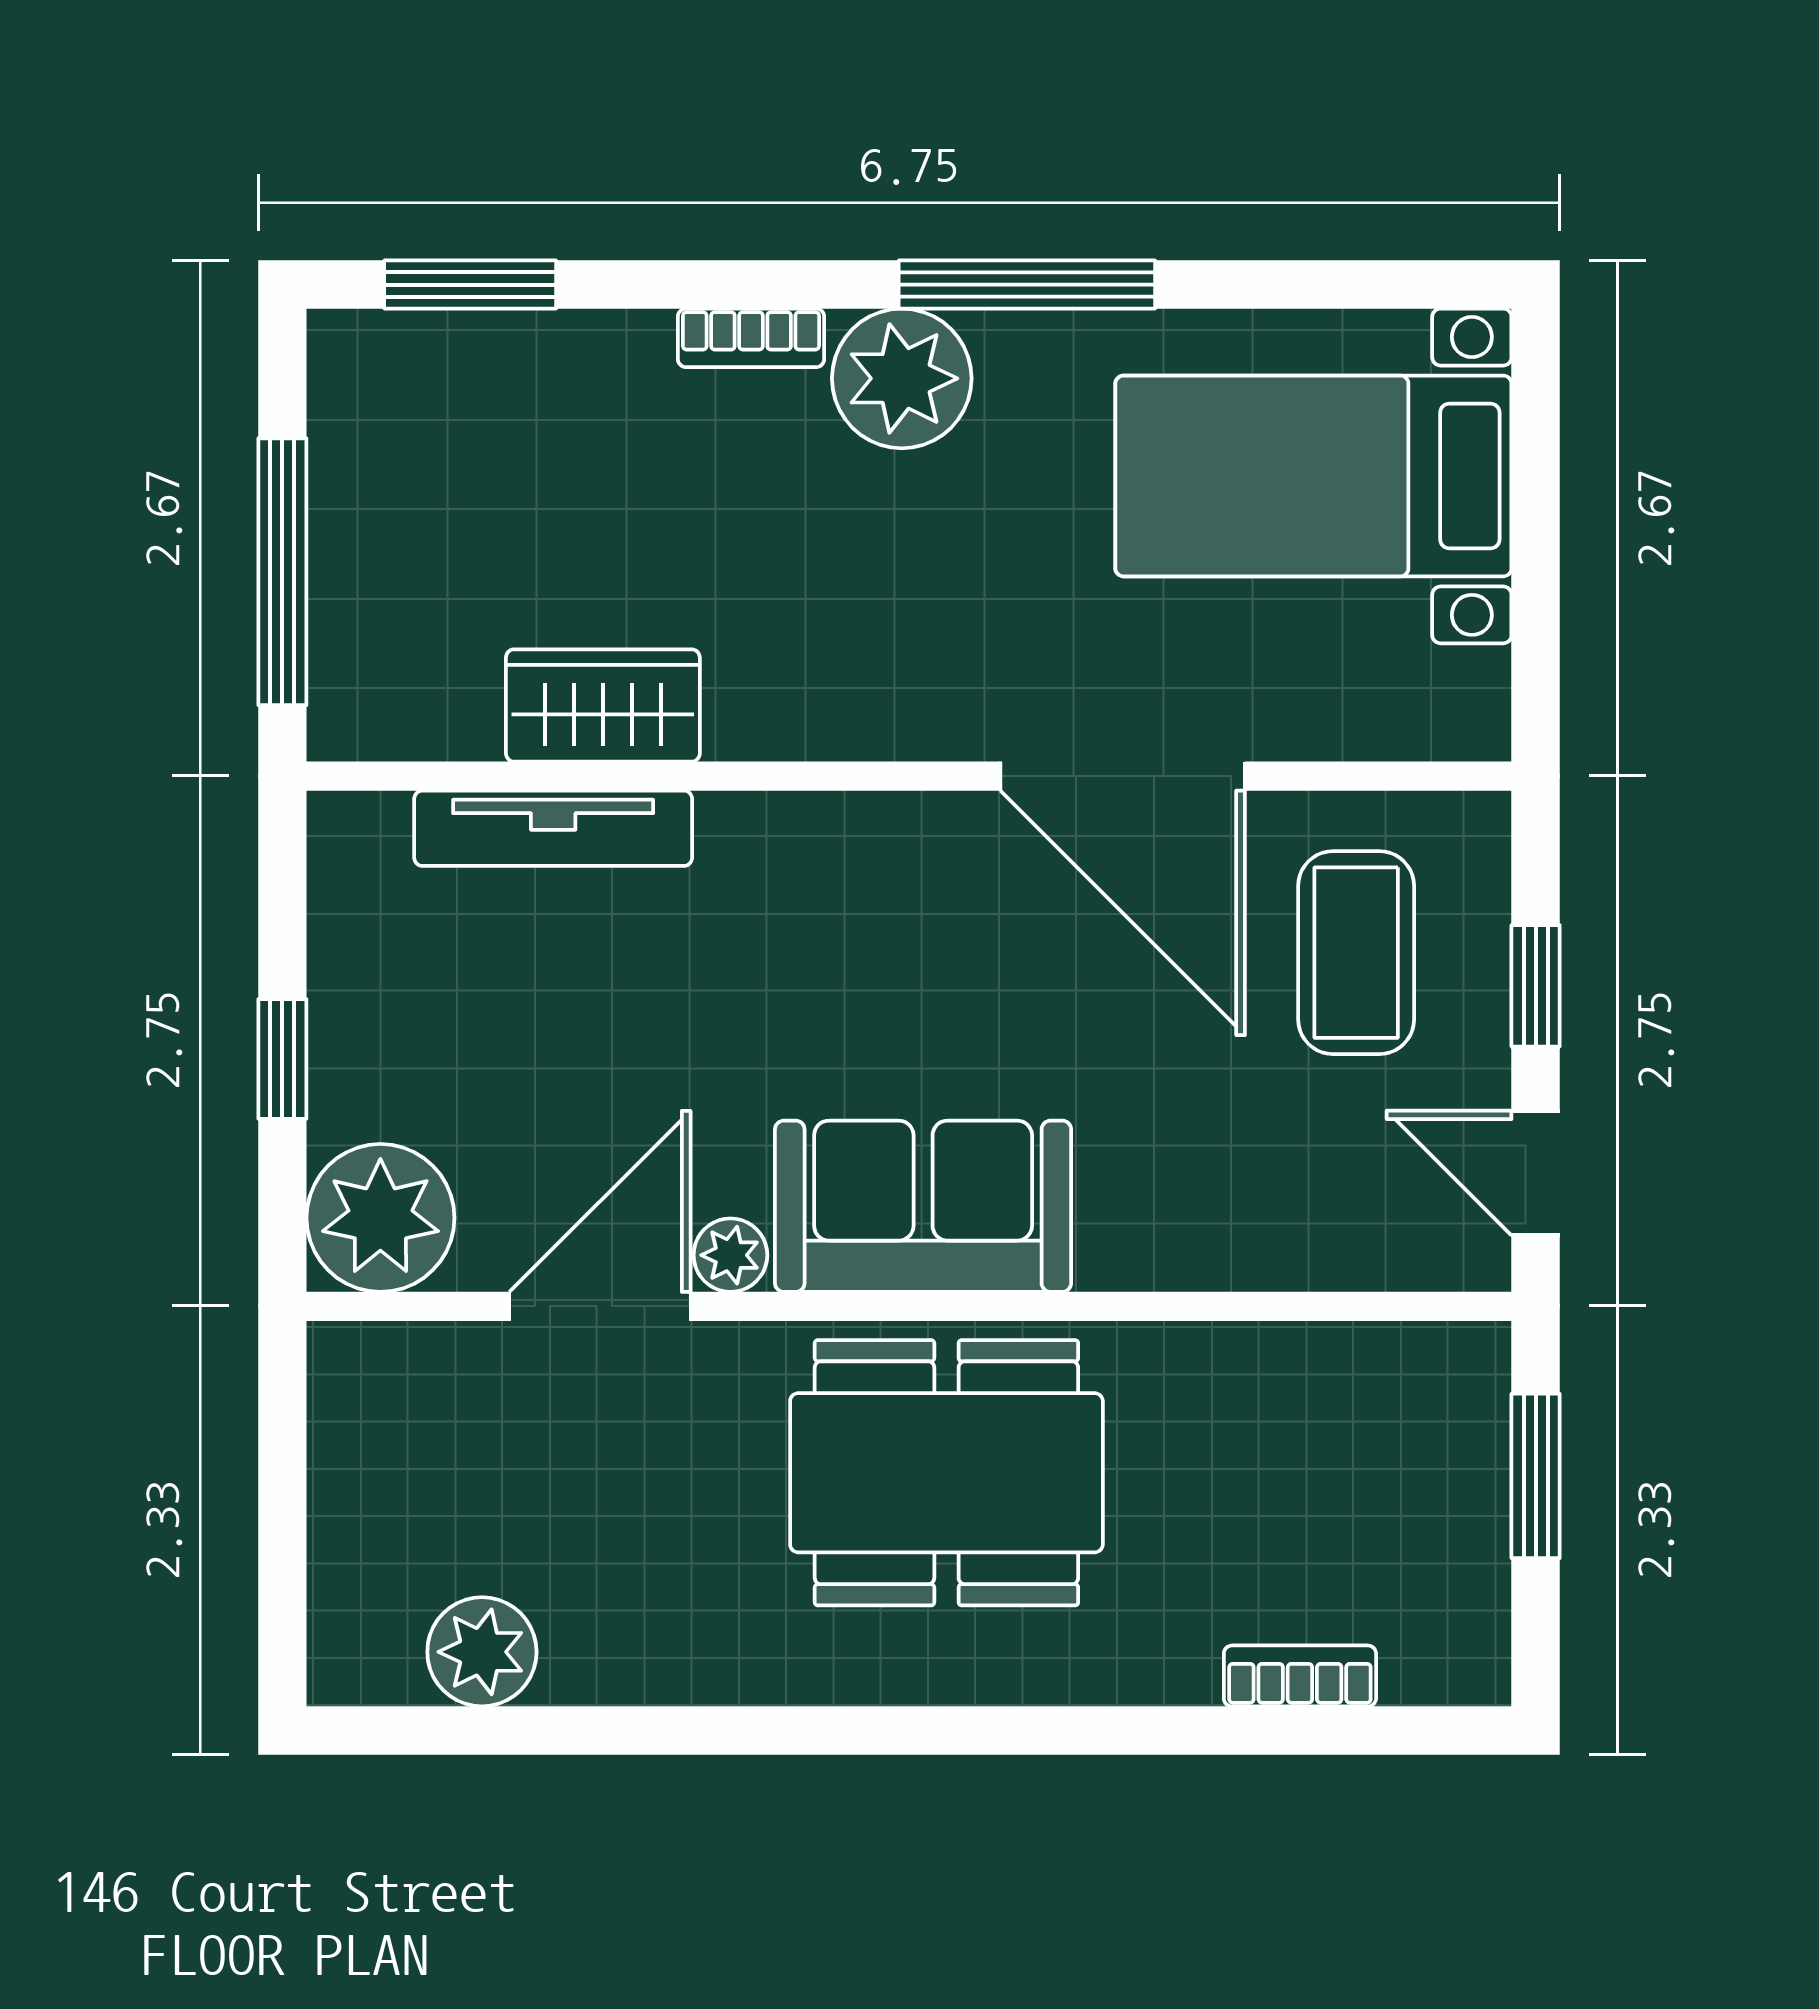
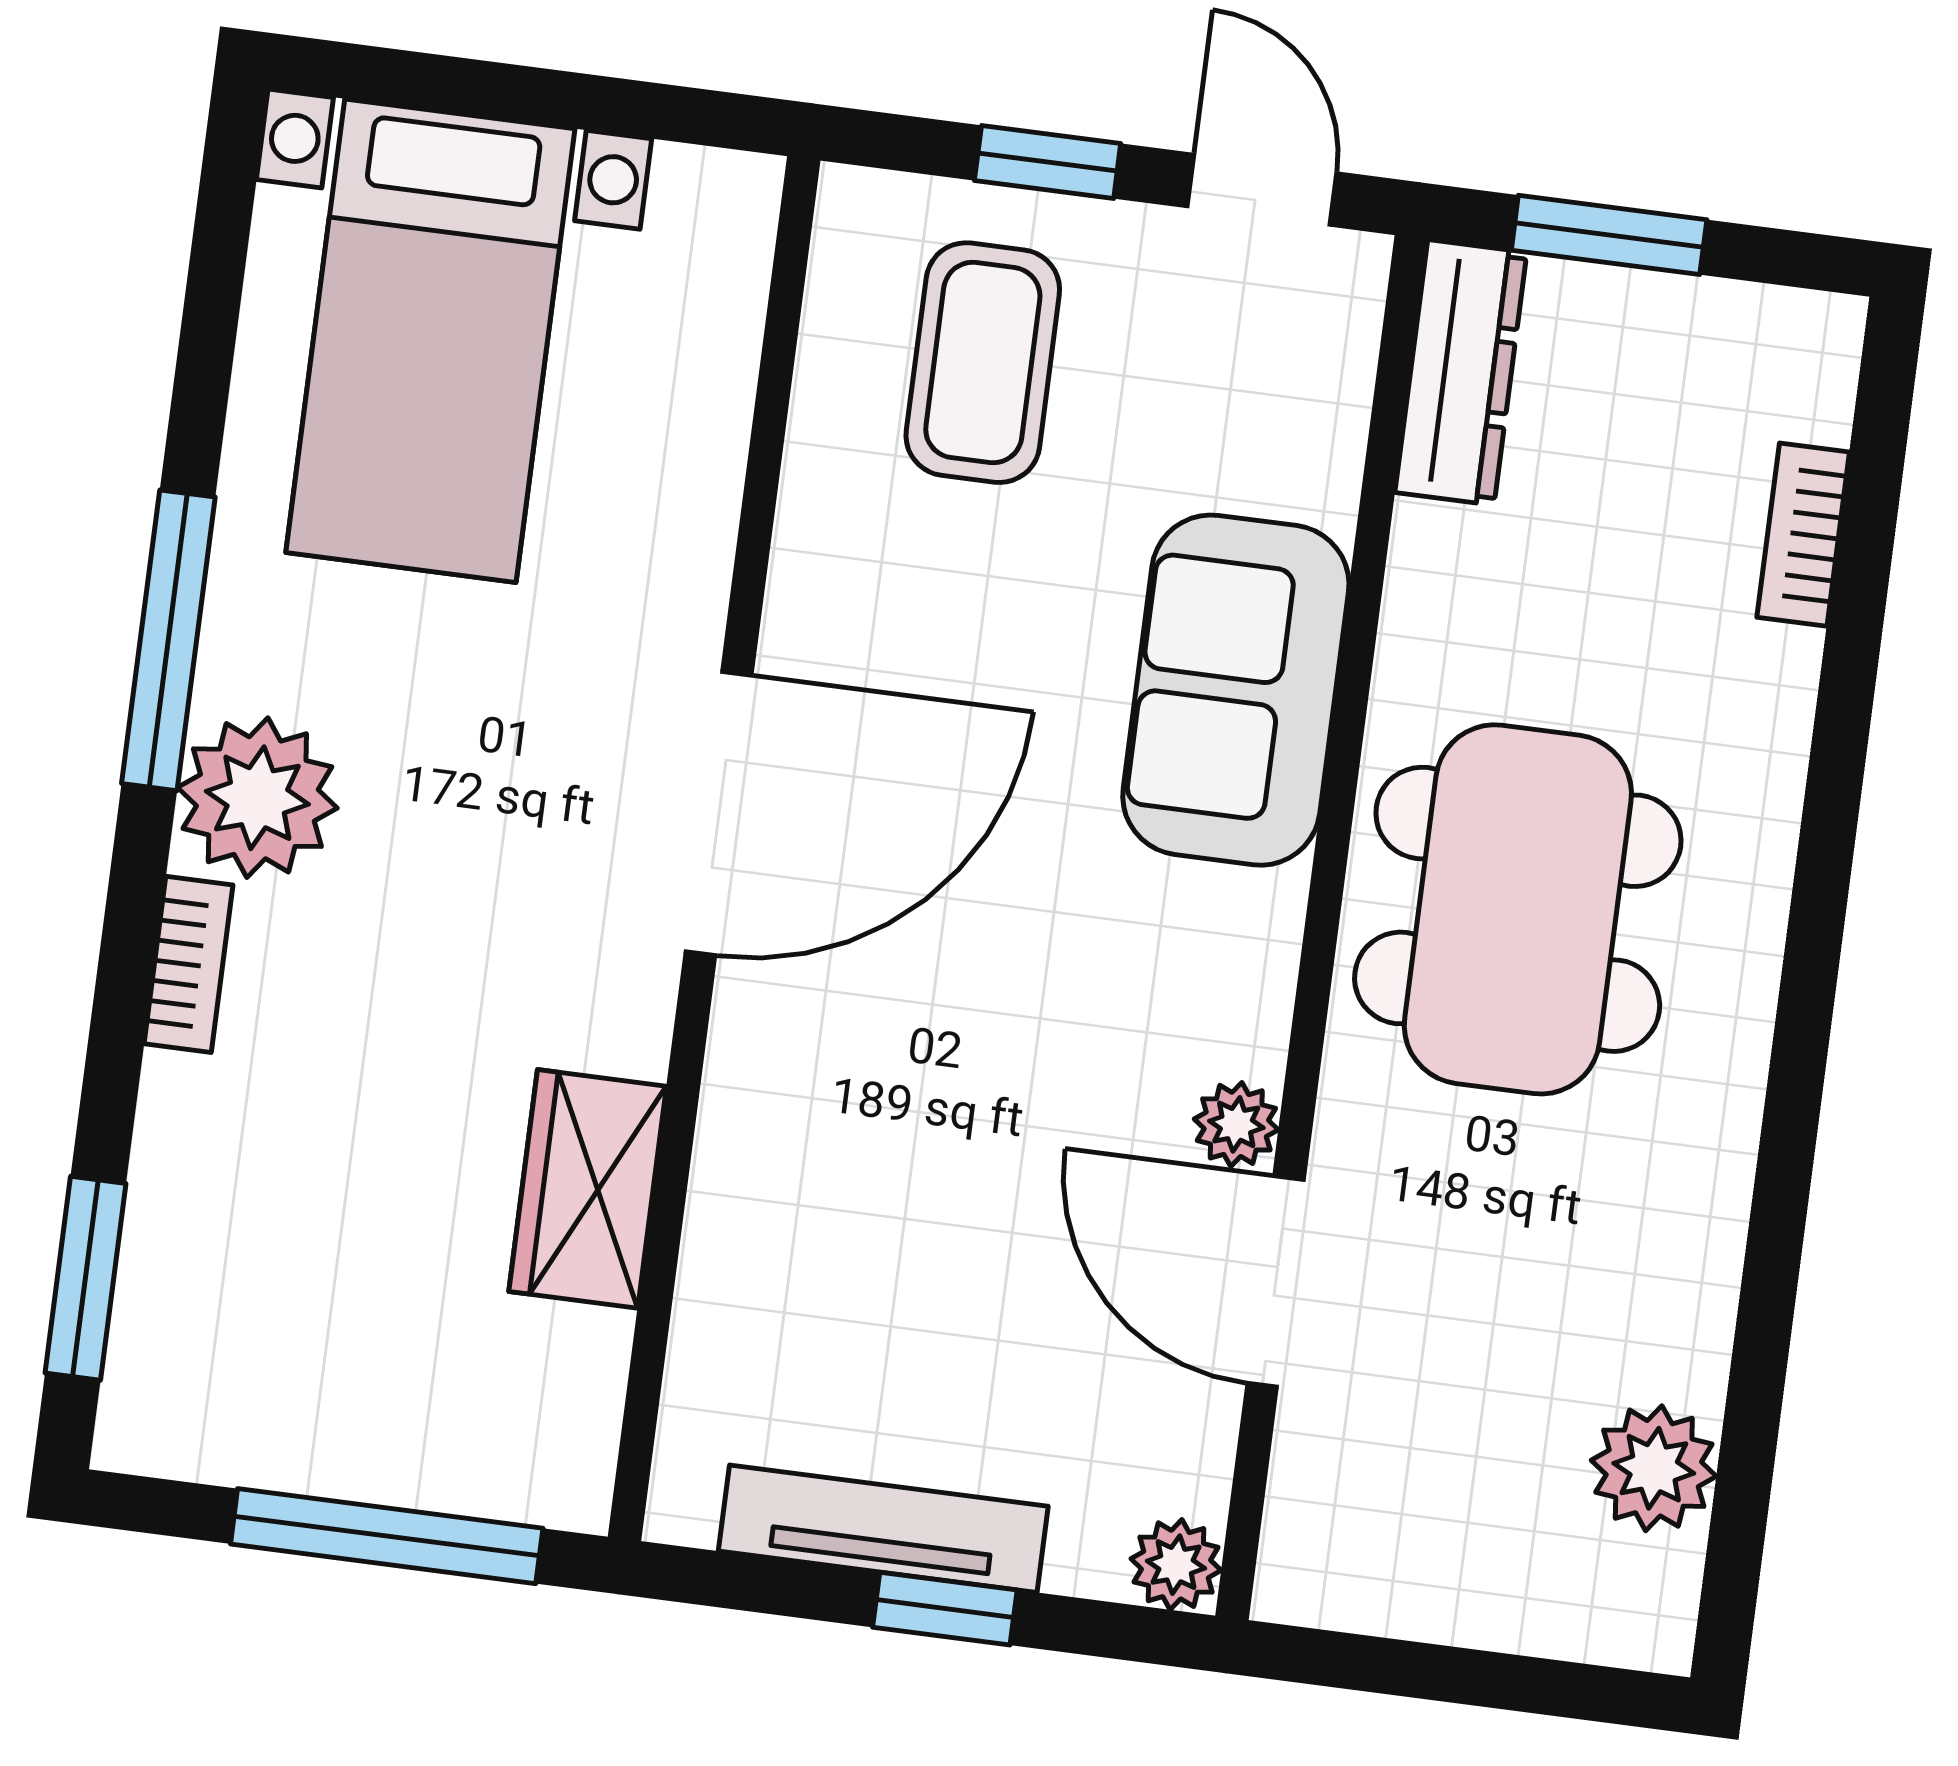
door: (1123, 776) -> (719, 813), moved
tv unit: (553, 828) -> (883, 1529), moved, turned -90
coffee table: (1356, 953) -> (983, 363), turned 90
door: (1536, 1173) -> (1262, 190), swing flipped
sofa: (923, 1206) -> (1236, 690), moved
plant: (380, 1218) -> (1176, 1565), width x0.53, depth x0.53
dresser: (1401, 1364) -> (1461, 372), added

